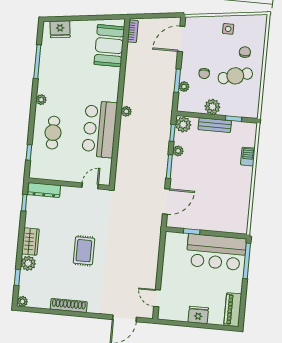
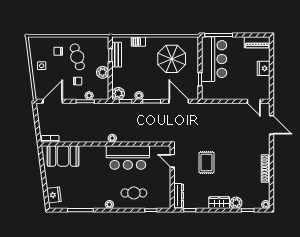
door: (181, 39) -> (53, 101), swing flipped
bench: (215, 125) -> (117, 55), moved
parasol: (221, 197) -> (172, 59), added
rug: (84, 251) -> (206, 162), moved, turned 90
door: (157, 298) -> (254, 101), hinge flipped

